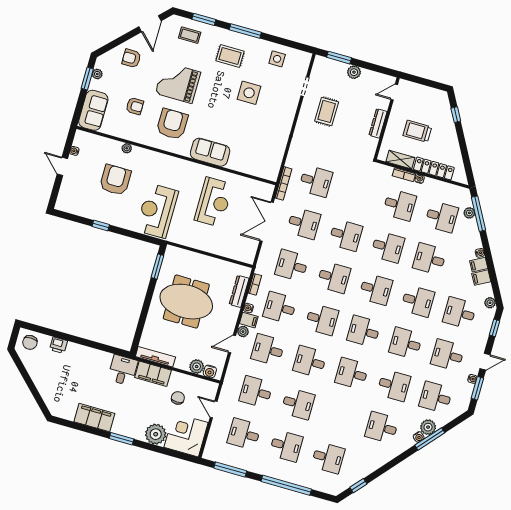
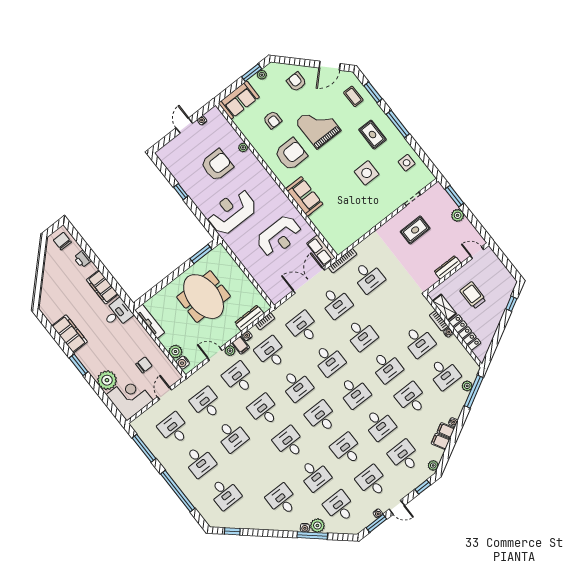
row of seats: (258, 188) -> (321, 250), added
chair: (30, 342) -> (62, 241), turned 90
filing cabinet: (153, 374) -> (102, 287), moved

